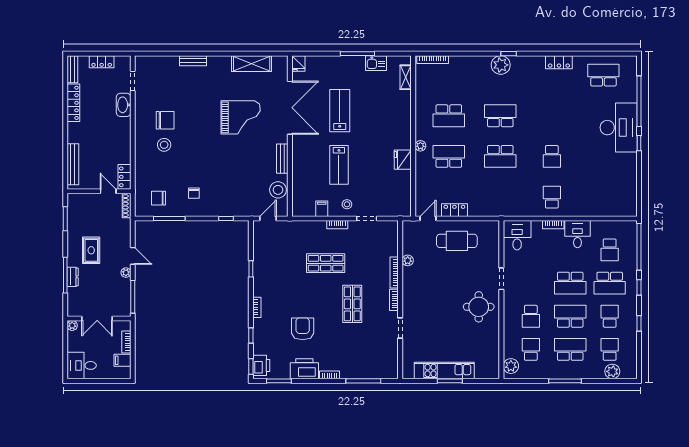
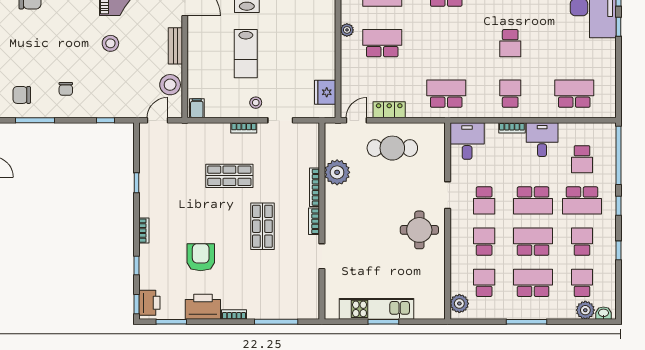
stool: (164, 145) -> (110, 43), moved
school desk: (500, 156) -> (446, 94), moved, turned 180
fridge: (403, 160) -> (325, 92), moved
school desk: (603, 197) -> (574, 94), added
filing cabinet: (322, 209) -> (197, 108), moved
plant: (408, 260) -> (337, 172), width x1.88, depth x1.88
school desk: (531, 283) -> (484, 200), added
school desk: (531, 316) -> (484, 242), turned 180
washbasin: (627, 374) -> (603, 313), added

